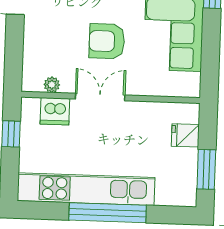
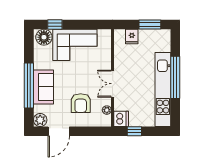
armchair: (107, 41) -> (81, 103), moved
dishwasher: (55, 111) -> (121, 119), moved

